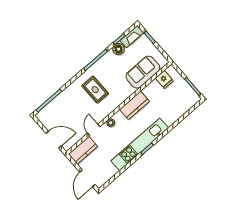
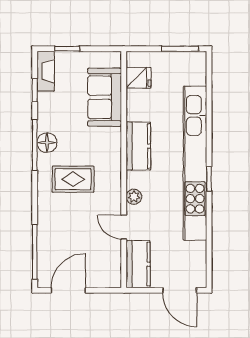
floor lamp: (119, 49) -> (47, 143), moved
door: (54, 140) -> (68, 290), moved
kitchen unit: (140, 144) -> (195, 163), width x1.36

